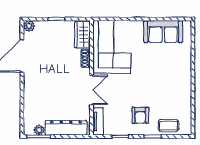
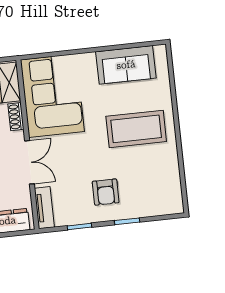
coffee table: (168, 126) -> (136, 129), moved, width x1.86, depth x1.72

